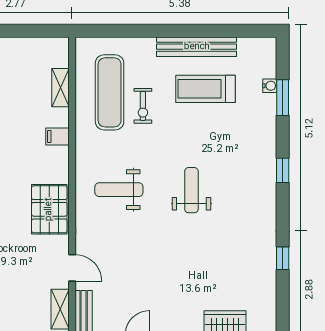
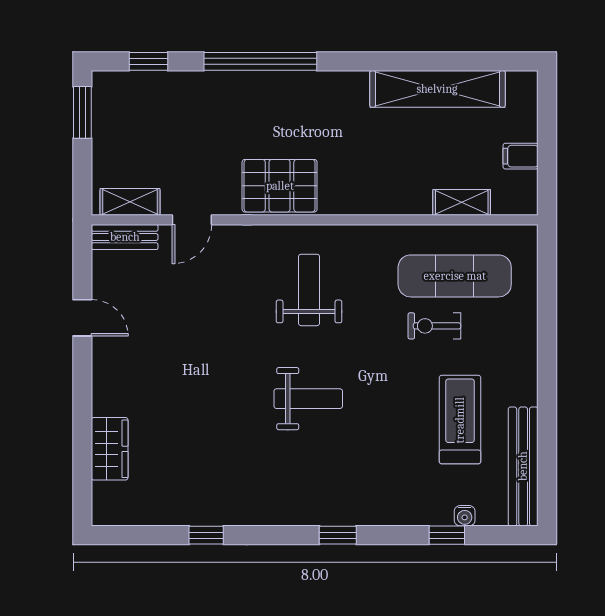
bench: (197, 47) -> (523, 466), moved
window: (283, 98) -> (447, 535), width x0.67
filing cabinet: (57, 136) -> (521, 156), moved, turned -90

